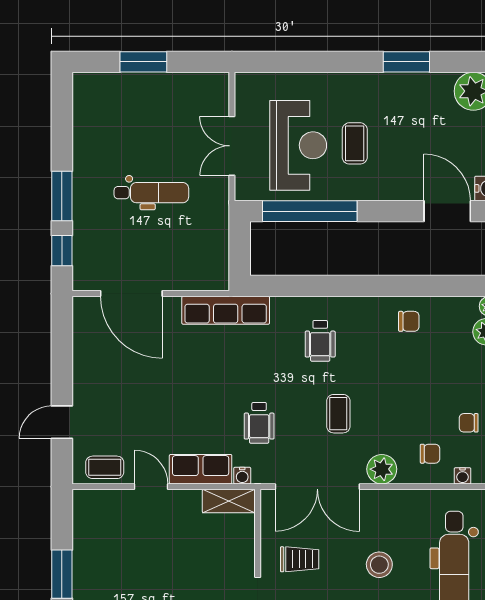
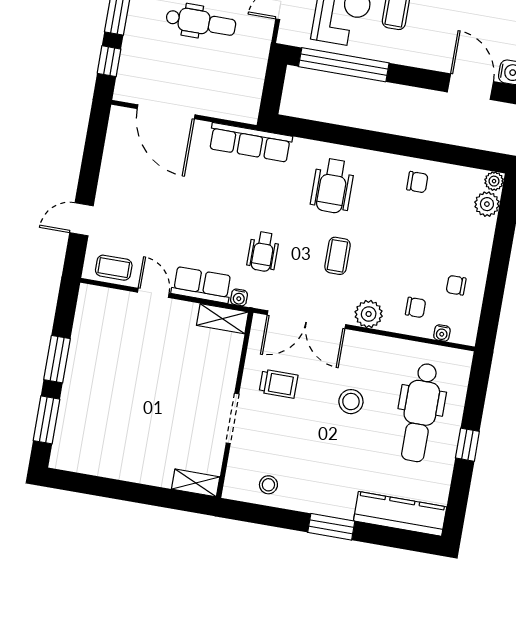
wheelchair: (320, 341) -> (332, 186), width x1.36, depth x1.37

